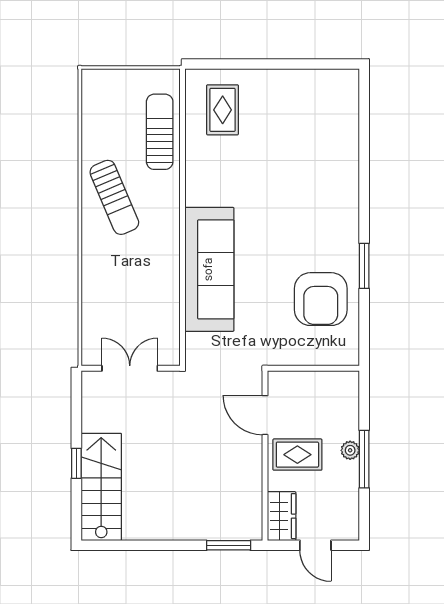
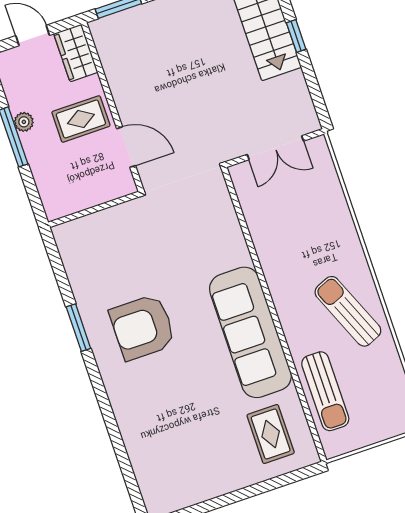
sofa: (209, 269) -> (250, 332), moved
armchair: (321, 299) -> (143, 327), moved, turned -90
plant: (350, 450) -> (24, 122), moved

